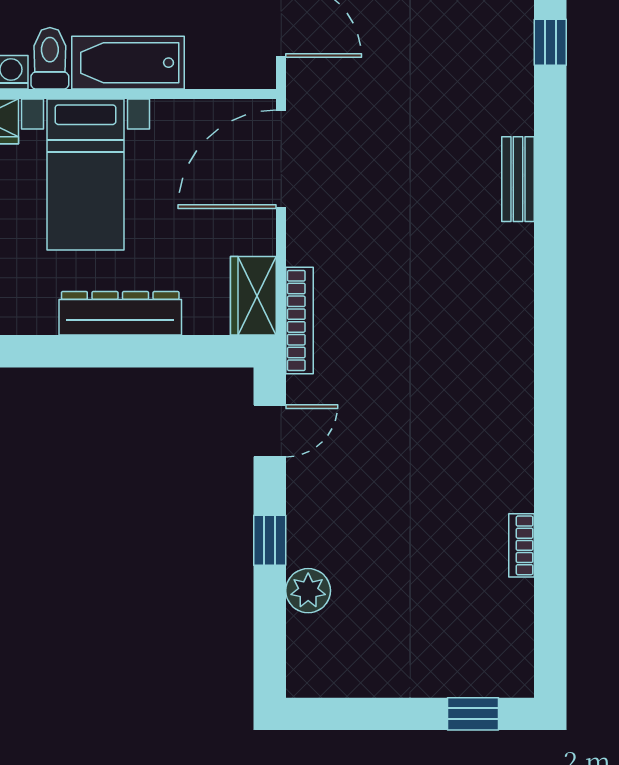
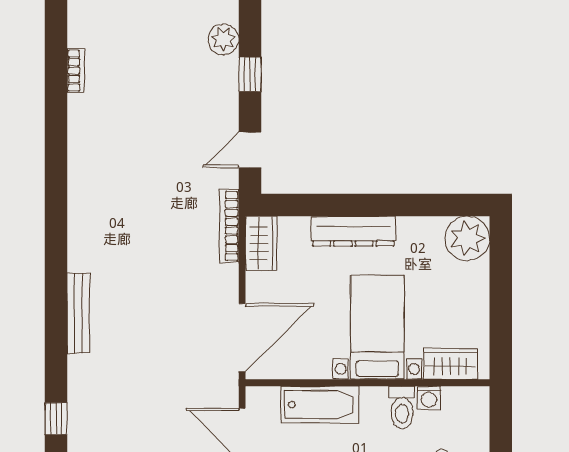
bathtub: (128, 63) -> (320, 404), moved
bench: (518, 179) -> (78, 313), width x1.36

